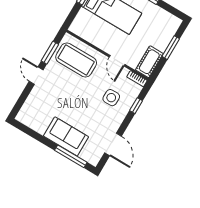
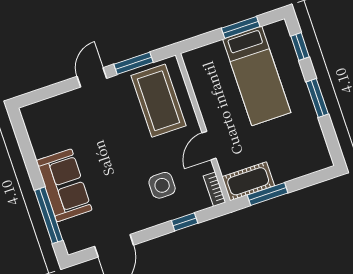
window: (171, 48) -> (268, 194), moved

